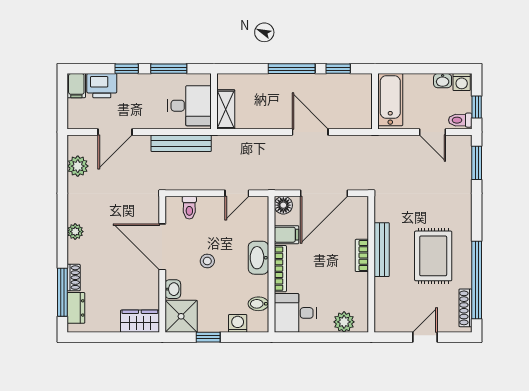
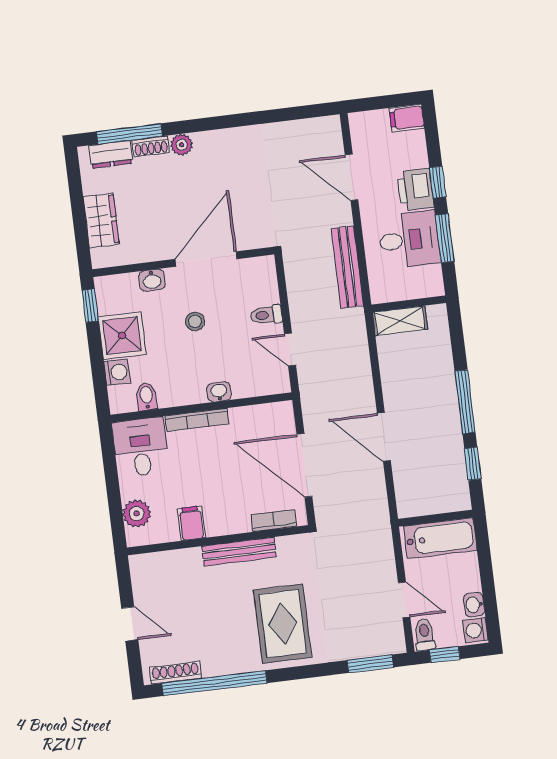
printer: (102, 86) -> (416, 190), moved
desk: (189, 106) -> (409, 240), moved, turned -90
door: (310, 132) -> (384, 437), swing flipped
door: (433, 132) -> (404, 600), swing flipped
plant: (78, 166) -> (300, 133), removed
floor lamp: (283, 205) -> (282, 413), removed
toilet: (189, 208) -> (266, 315), moved
plant: (75, 232) -> (182, 145), moved
filing cabinet: (286, 235) -> (191, 523), moved, turned 180
bookcase: (362, 255) -> (274, 521), moved
rug: (433, 256) -> (283, 624), moved, turned 90
washbasin: (258, 258) -> (219, 392), width x0.52, depth x0.69
shower: (181, 316) -> (122, 336), moved
wardrobe: (140, 321) -> (101, 220), moved
window: (208, 337) -> (90, 306), moved

